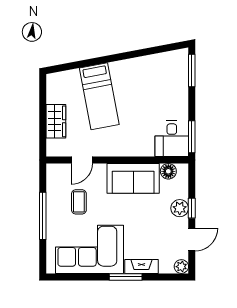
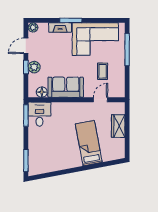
window: (43, 216) -> (127, 50), moved

